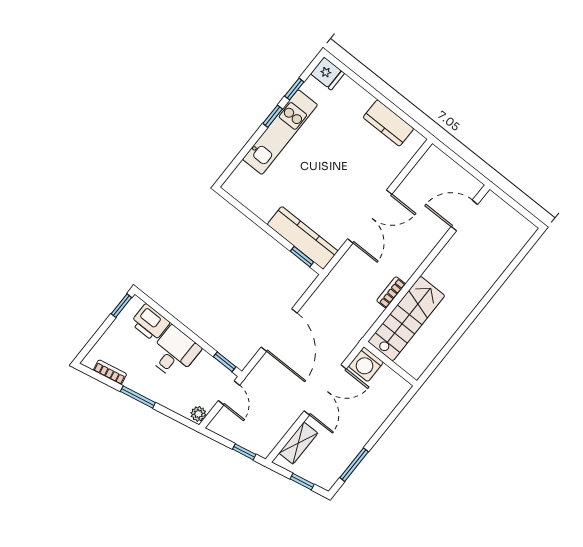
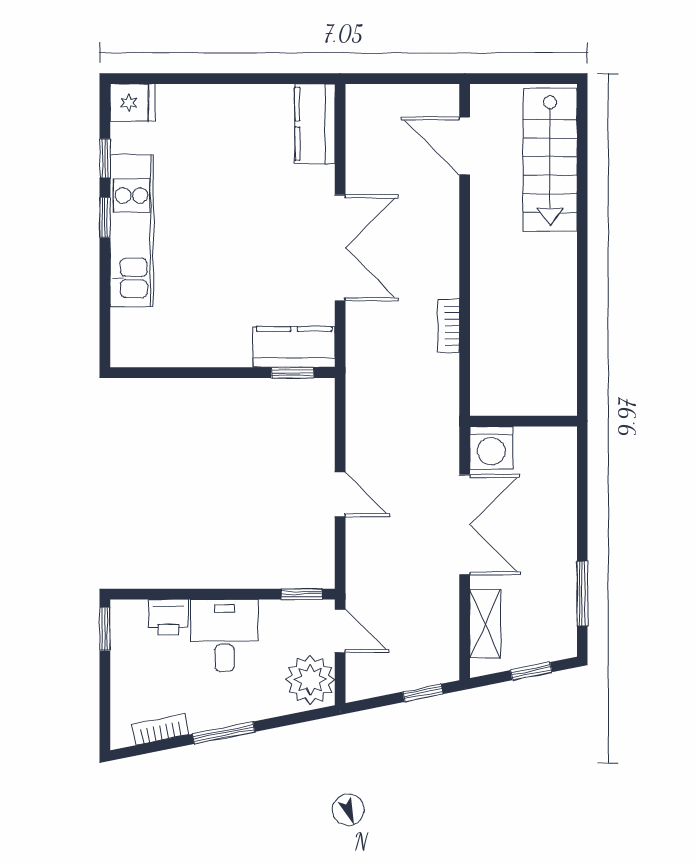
kitchen counter: (388, 123) -> (315, 124), moved, turned 90
door: (464, 215) -> (465, 146), hinge flipped
kitchen counter: (303, 238) -> (294, 347), width x0.67
stairs: (406, 319) -> (550, 160), moved, turned 180
printer: (150, 323) -> (168, 617), width x0.73, depth x0.81
door: (279, 330) -> (340, 494), width x0.53
plant: (198, 414) -> (310, 680), width x1.88, depth x1.88

